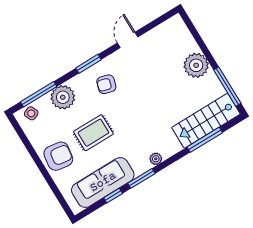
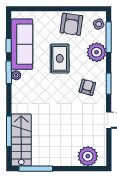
plant: (196, 65) -> (88, 156), moved
armchair: (58, 156) -> (71, 24), moved
plant: (156, 159) -> (16, 75), moved

